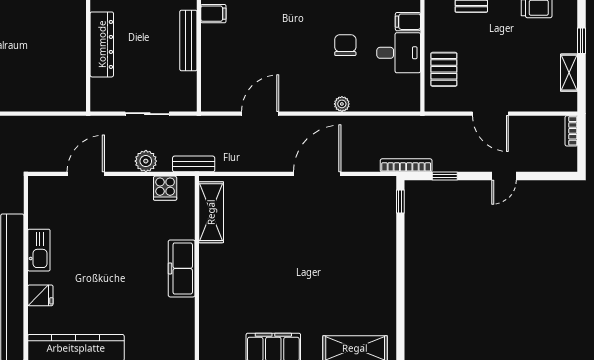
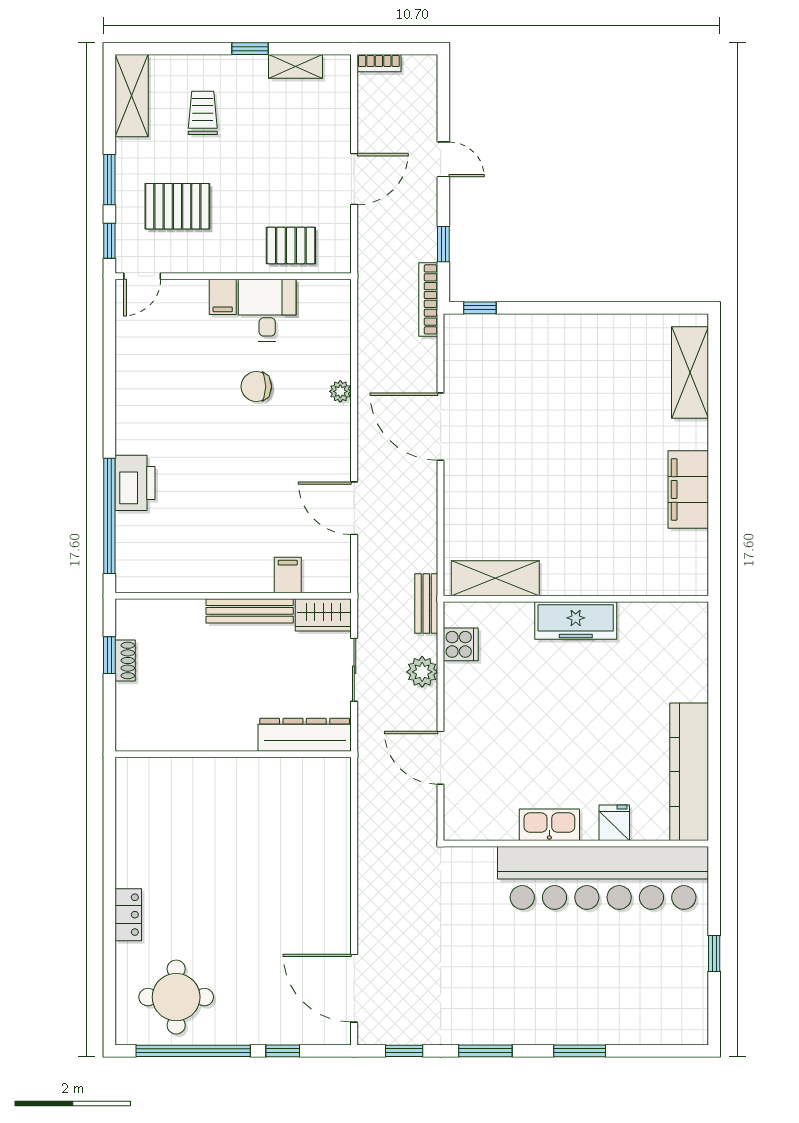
filing cabinet: (213, 14) -> (288, 575), moved
dresser: (102, 44) -> (305, 735), moved
wardrobe: (186, 92) -> (323, 615), added

